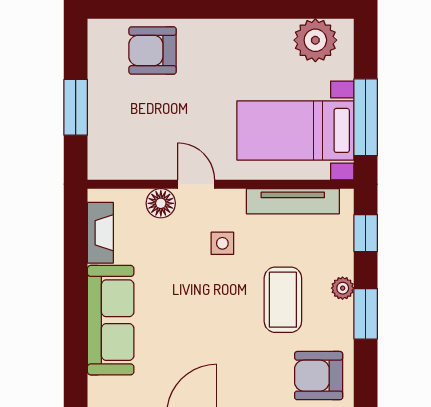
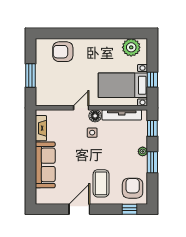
window: (366, 117) -> (152, 80), width x0.46
door: (196, 184) -> (81, 108), hinge flipped
floor lamp: (161, 203) -> (95, 116), moved
coffee table: (283, 300) -> (101, 183), moved
armchair: (319, 376) -> (133, 188), turned 90

